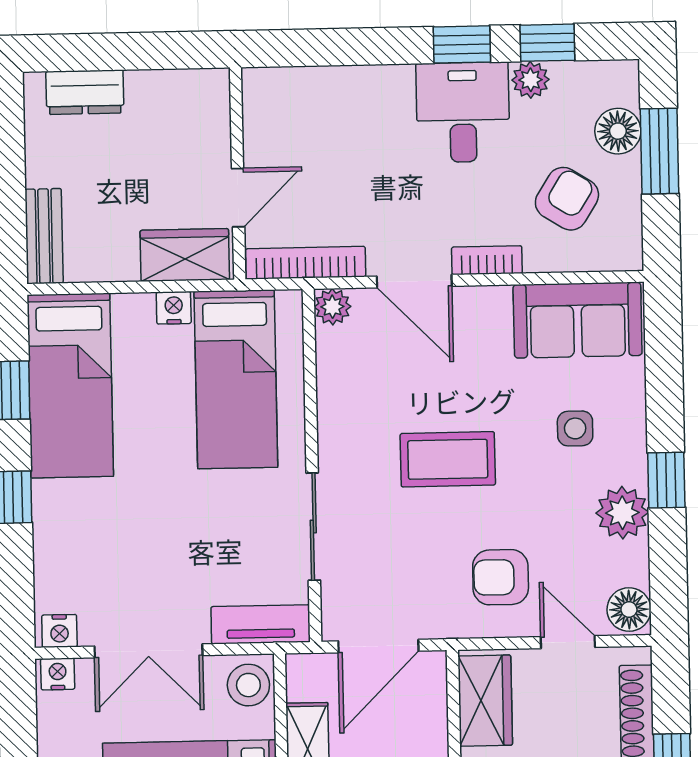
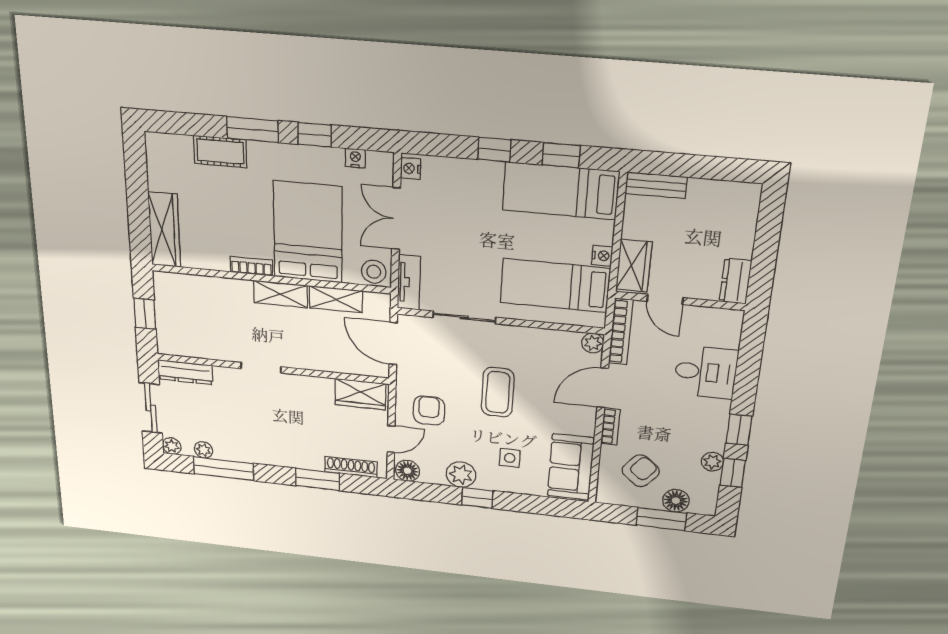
dresser: (85, 92) -> (735, 281), moved
desk: (463, 112) -> (706, 372), moved
armchair: (567, 199) -> (641, 471), turned -82
nightstand: (58, 674) -> (355, 158), moved, turned -90

